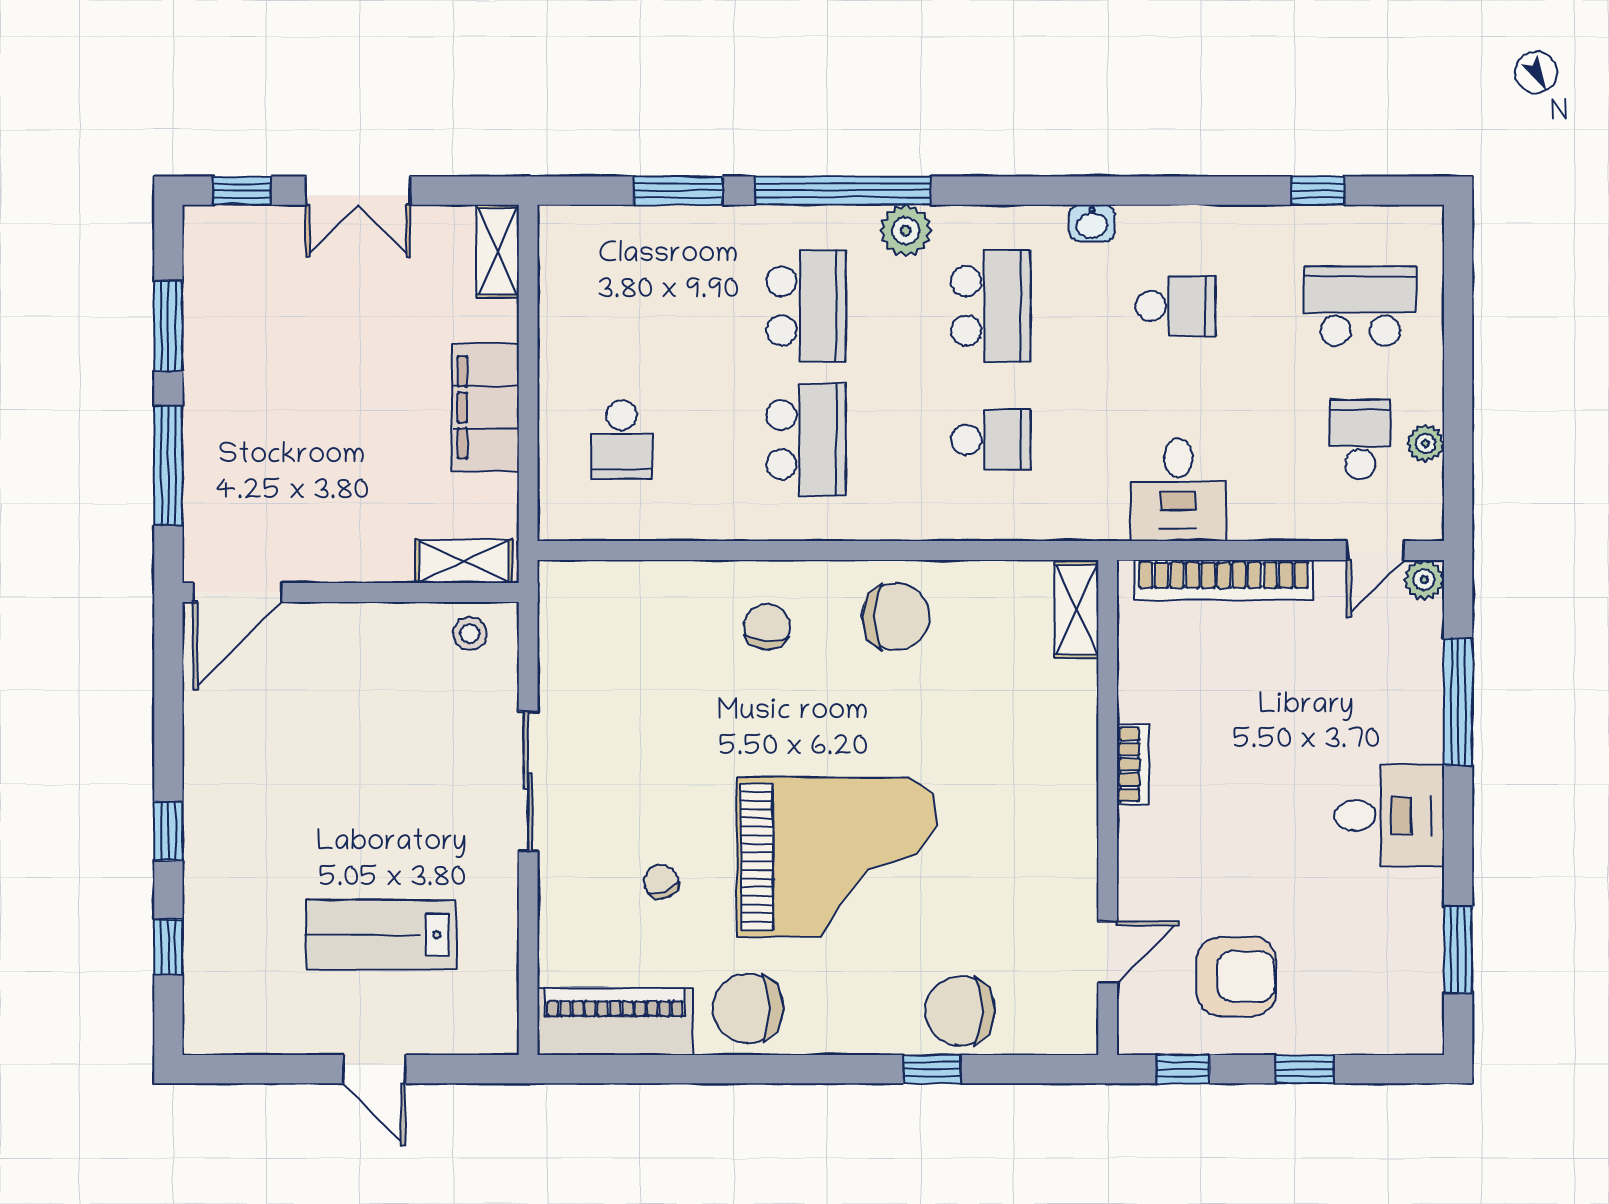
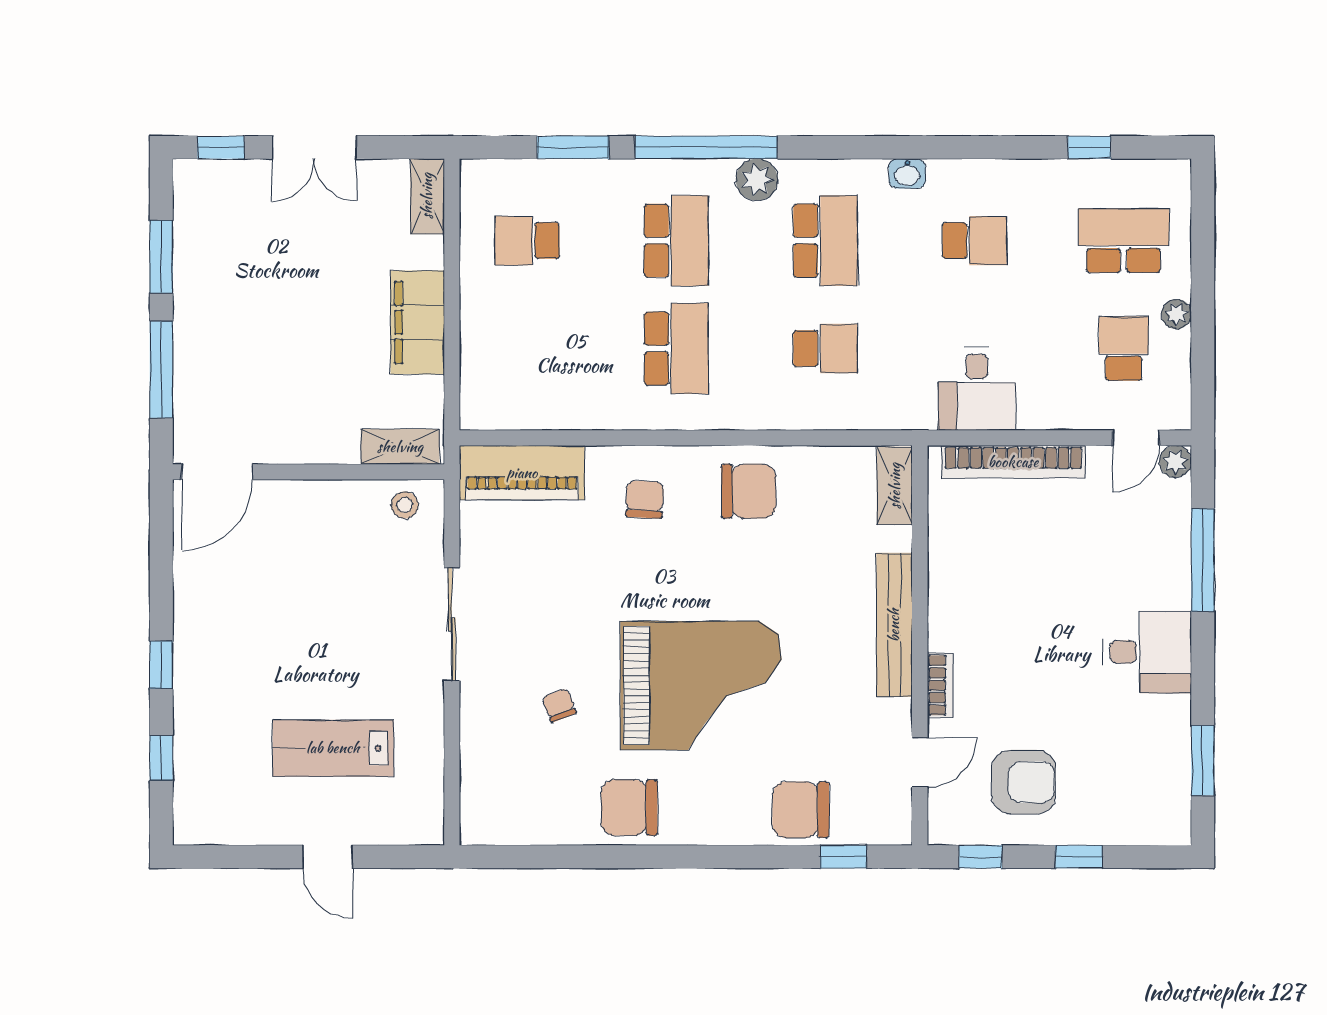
school desk: (621, 440) -> (527, 241), moved, turned 90
plant: (1425, 443) -> (1176, 314), moved
bookcase: (1133, 765) -> (940, 685), moved
bench: (1076, 782) -> (894, 625), added
piano: (615, 1021) -> (522, 473), moved, turned 180
window: (932, 1069) -> (843, 857), moved

